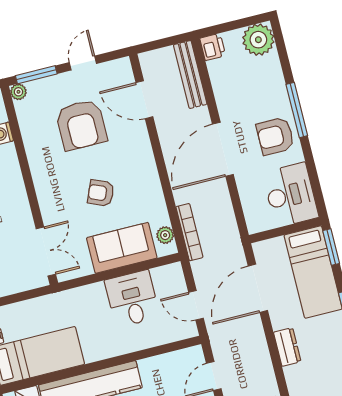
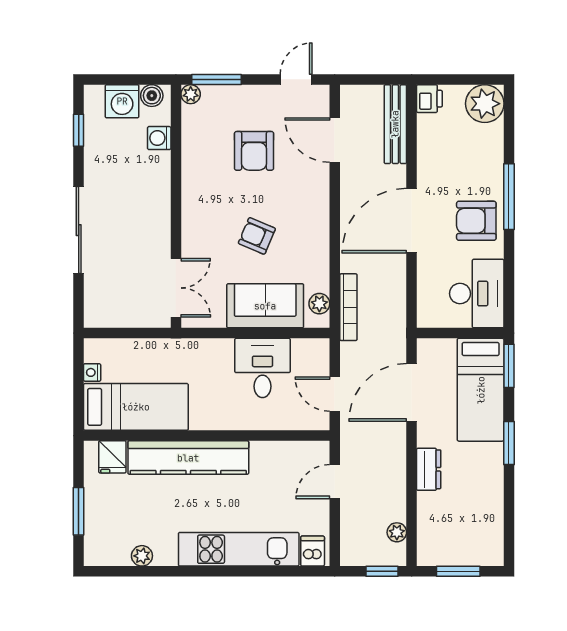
door: (83, 63) -> (296, 79), moved
armchair: (81, 125) -> (254, 151), width x0.73, depth x0.73

